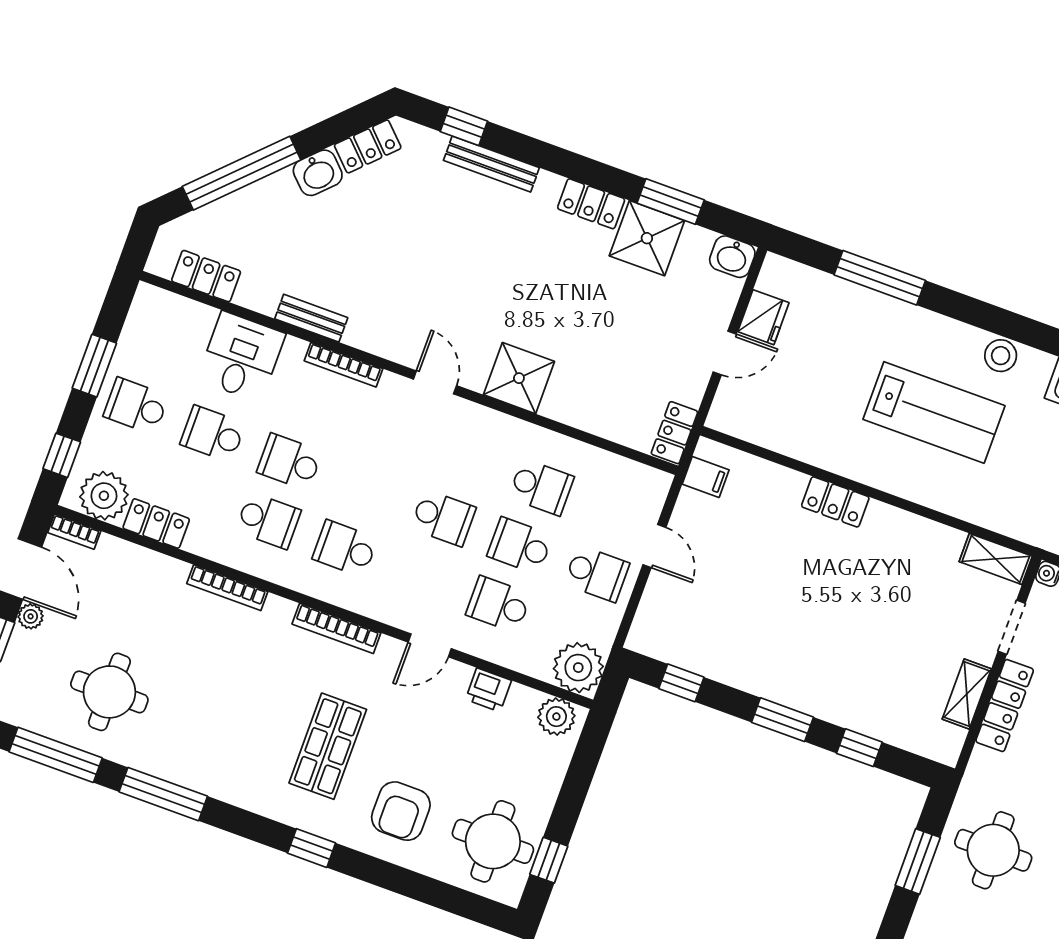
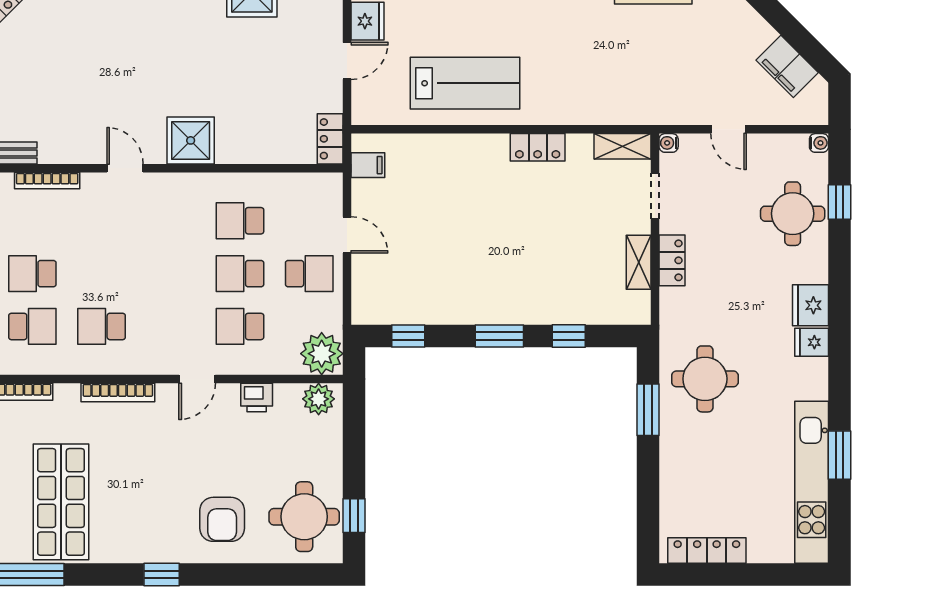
lab bench: (934, 412) -> (465, 83), moved
school desk: (541, 487) -> (240, 221), turned 180
locker: (835, 502) -> (538, 147), moved
school desk: (443, 518) -> (171, 274), removed
locker: (1005, 705) -> (672, 260), width x0.66
shop shelf: (328, 746) -> (61, 502), moved, width x1.43, depth x1.36

